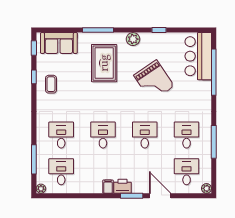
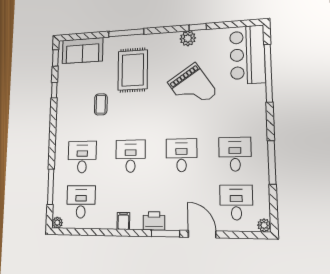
plant: (133, 39) -> (188, 38), moved
coffee table: (51, 84) -> (101, 104), moved
filing cabinet: (108, 187) -> (123, 221), moved

